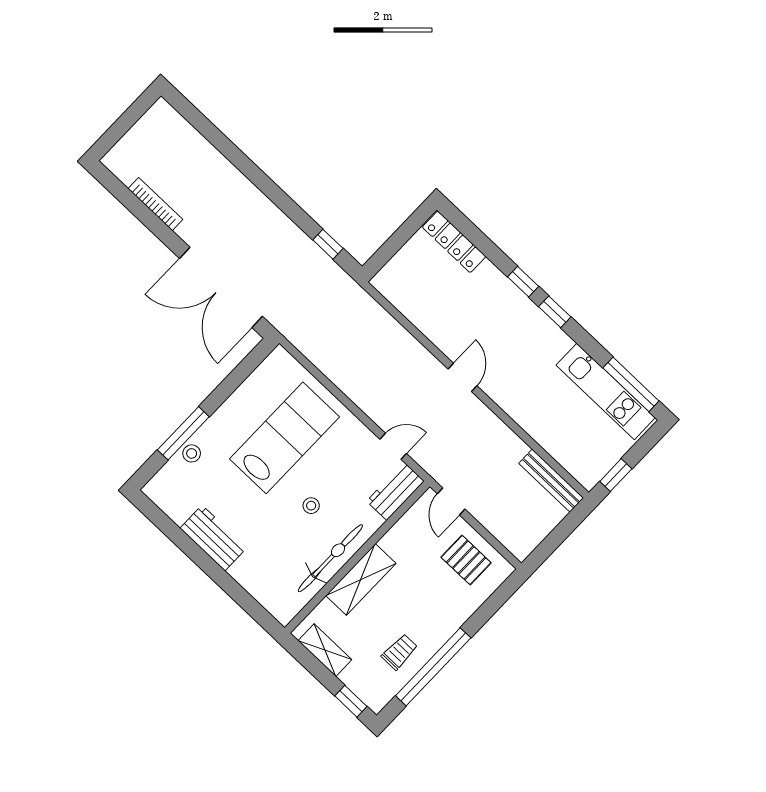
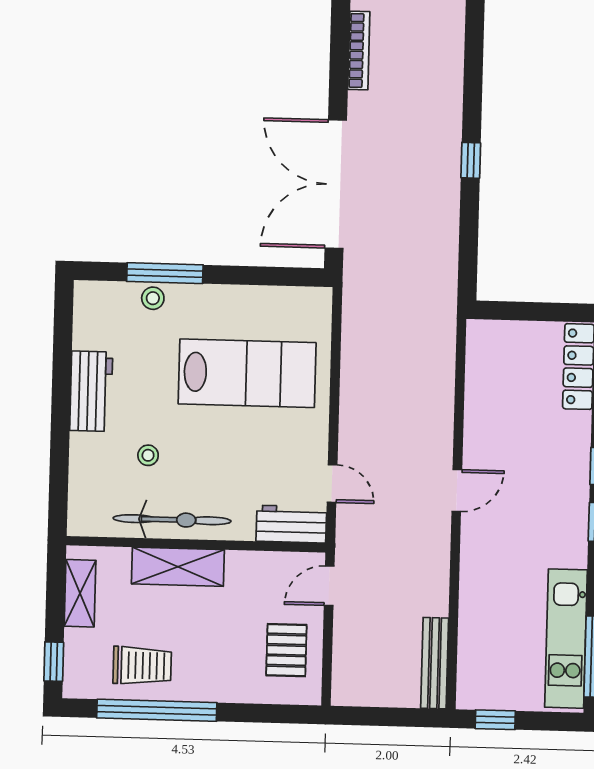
window: (328, 244) -> (471, 160), moved
stool: (311, 506) -> (148, 455), moved
trolley: (399, 652) -> (142, 665), width x1.36, depth x1.39

